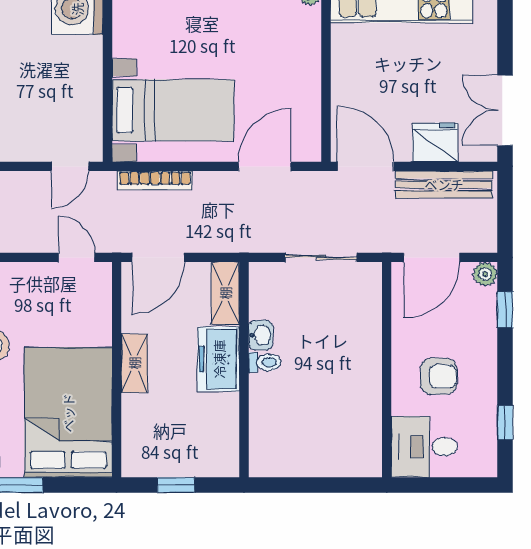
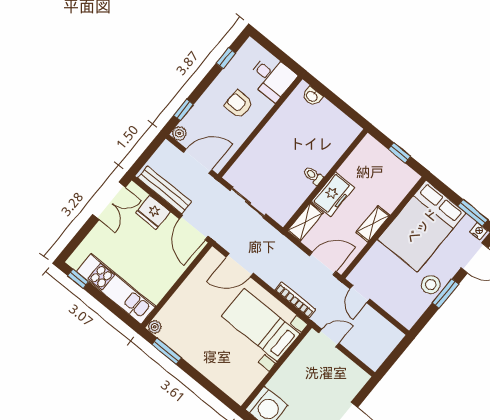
washbasin: (261, 335) -> (312, 96), moved, turned -90

